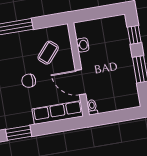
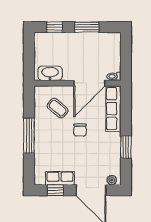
washbasin: (83, 45) -> (50, 73), width x1.91, depth x1.45
door: (81, 82) -> (89, 83), width x1.36

